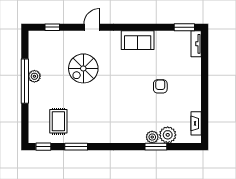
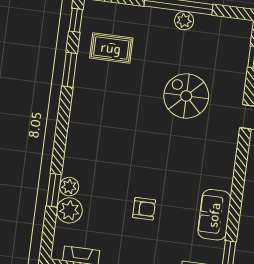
sofa: (138, 40) -> (214, 215), moved

